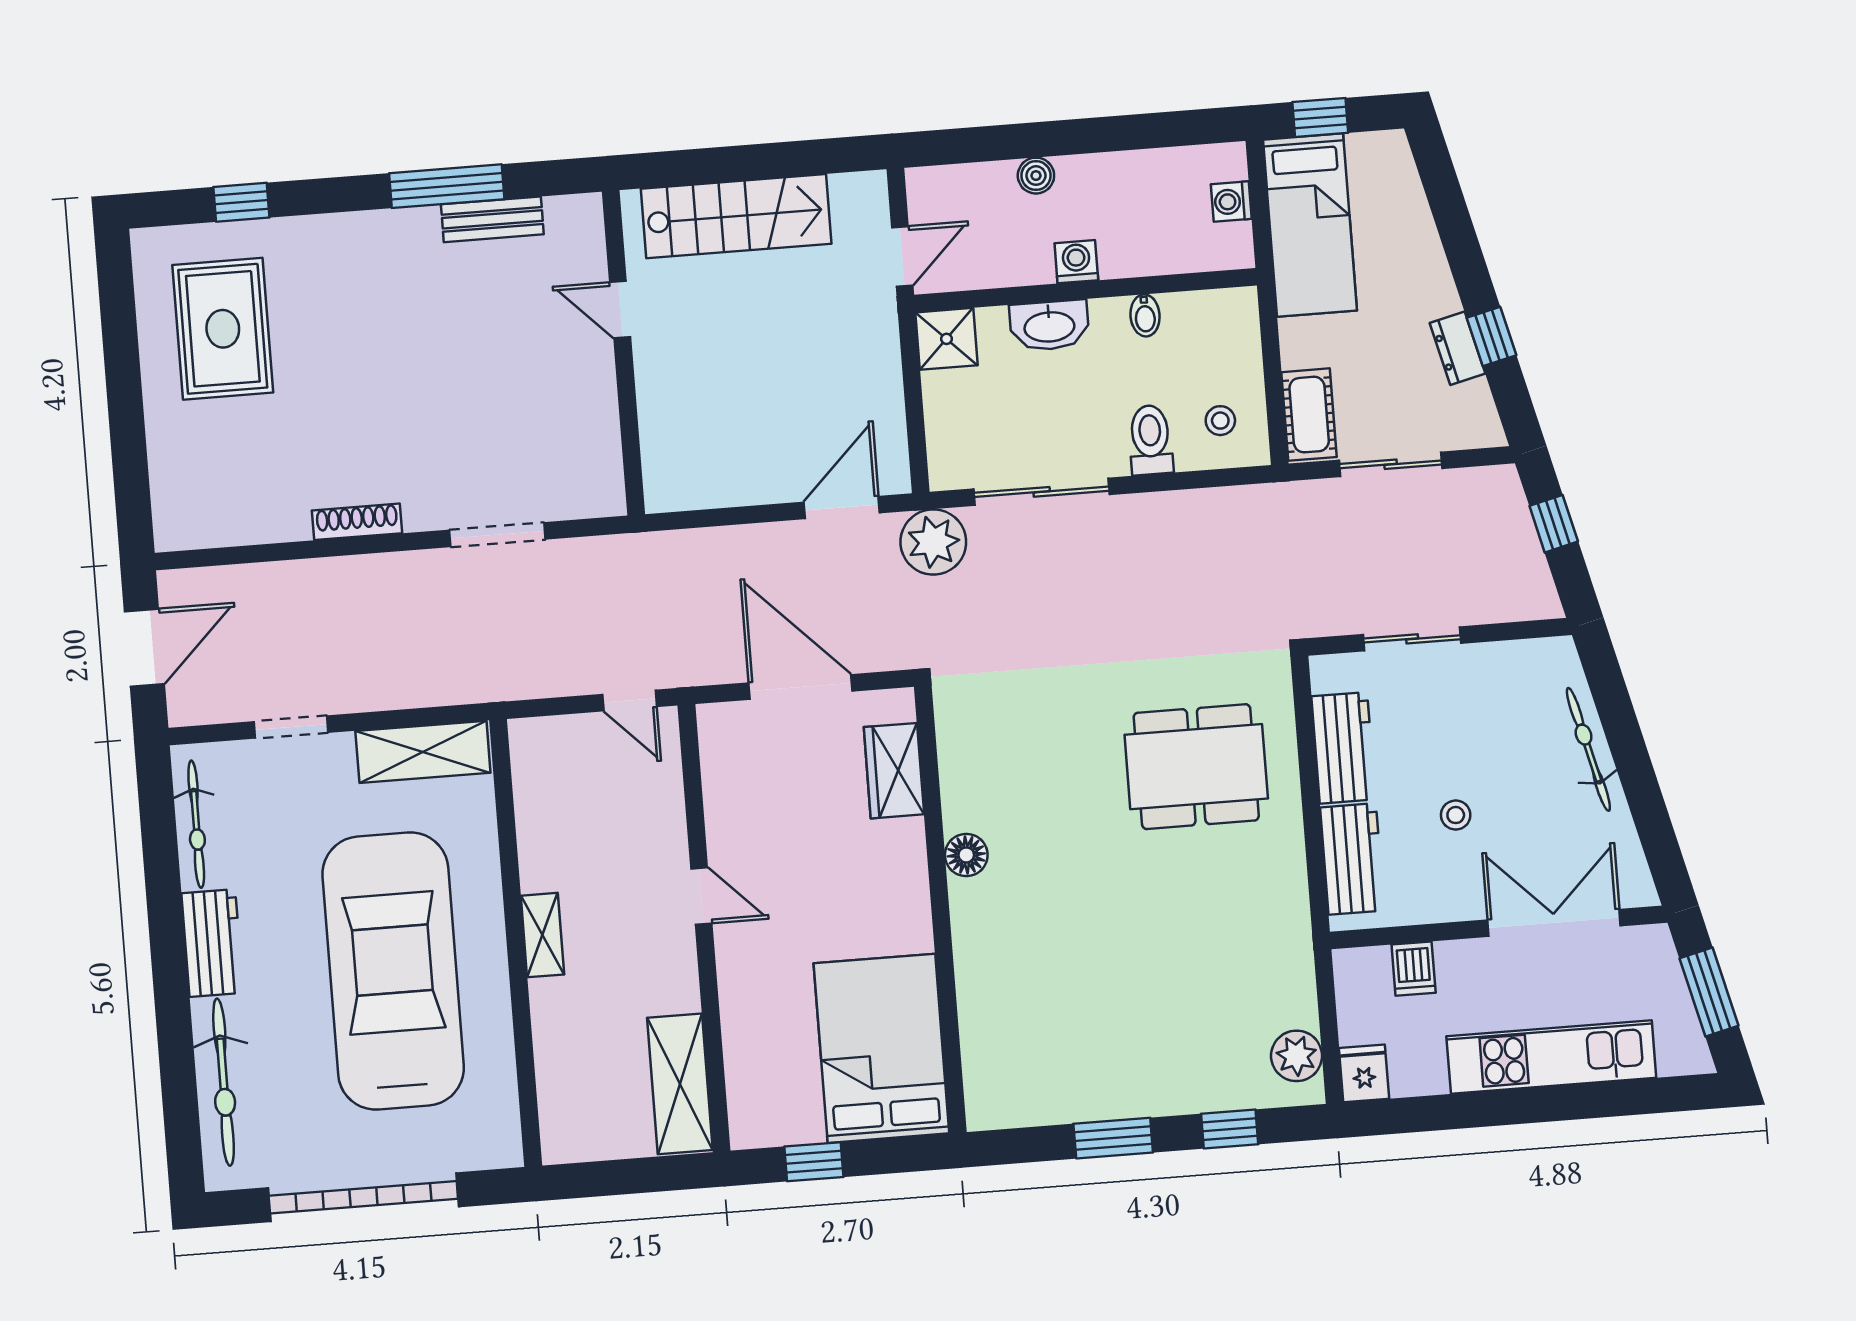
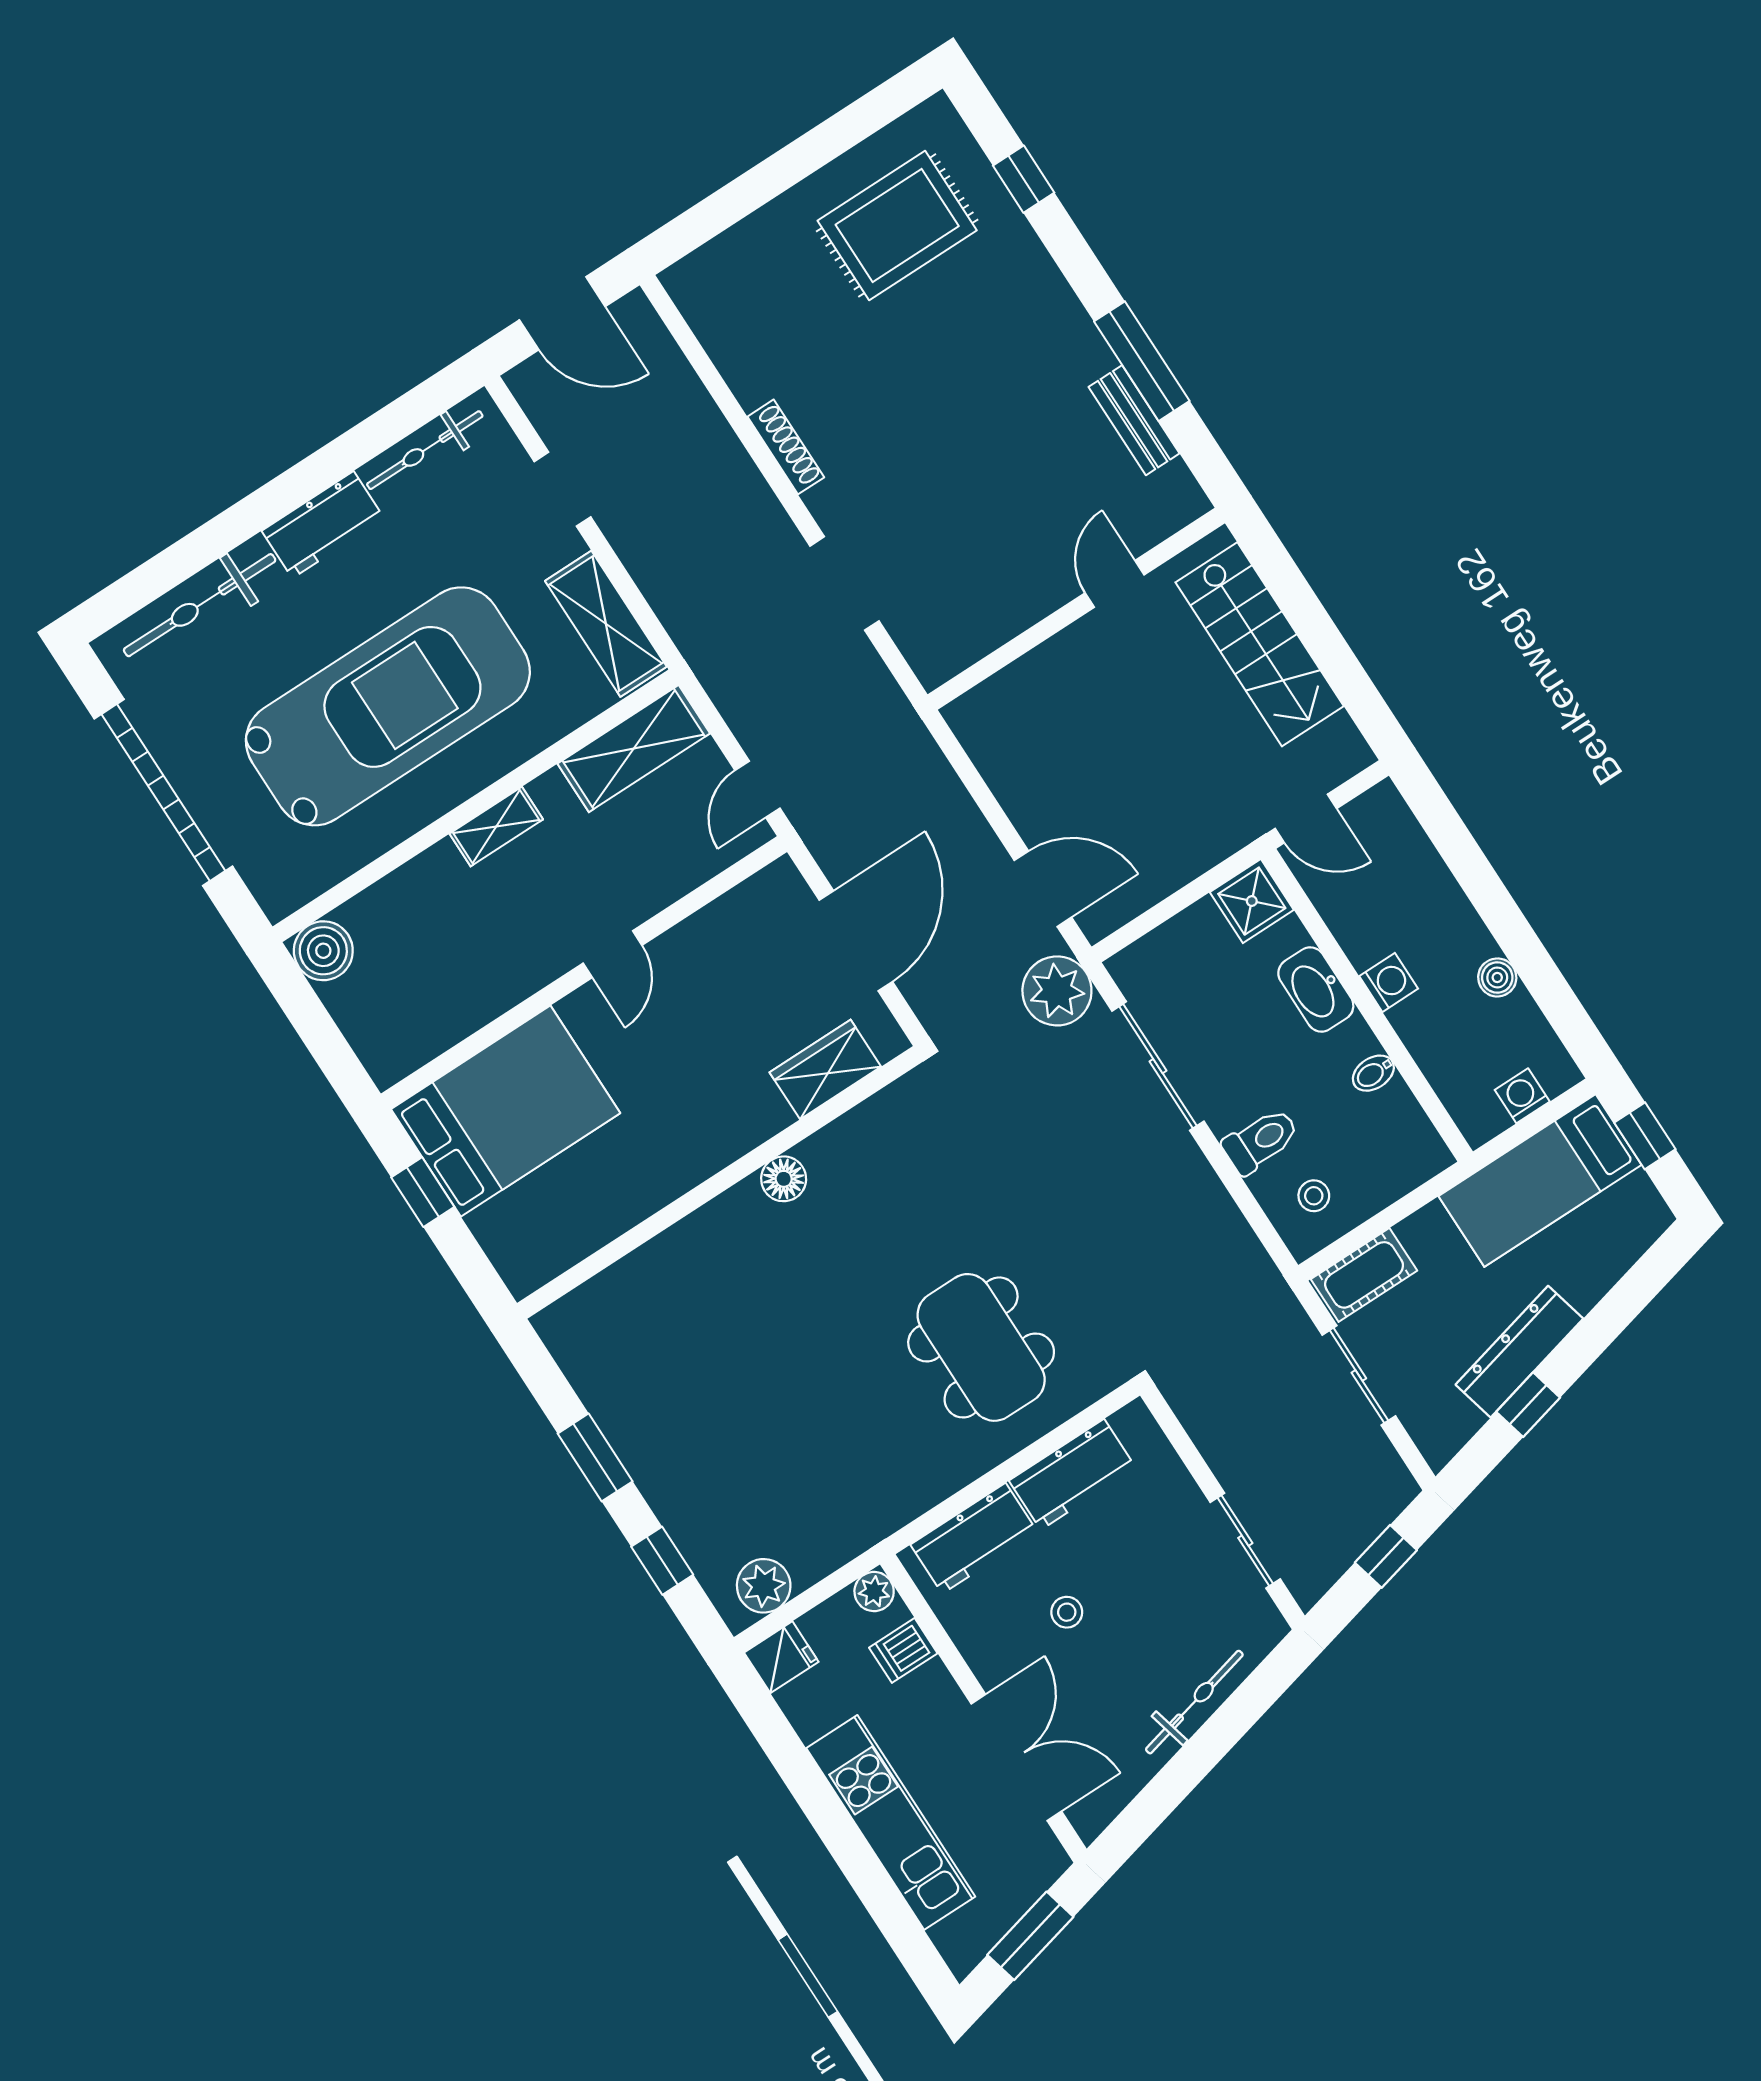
boiler: (1036, 176) -> (1497, 977), moved
dresser: (1458, 348) -> (1519, 1352), width x1.96, depth x1.24
sliding door: (1412, 639) -> (1245, 1541), moved
plant: (1351, 966) -> (874, 1592), added
bed: (881, 1048) -> (506, 1111), moved
shelving: (680, 1084) -> (634, 749), moved
boiler: (568, 1135) -> (323, 951), added

